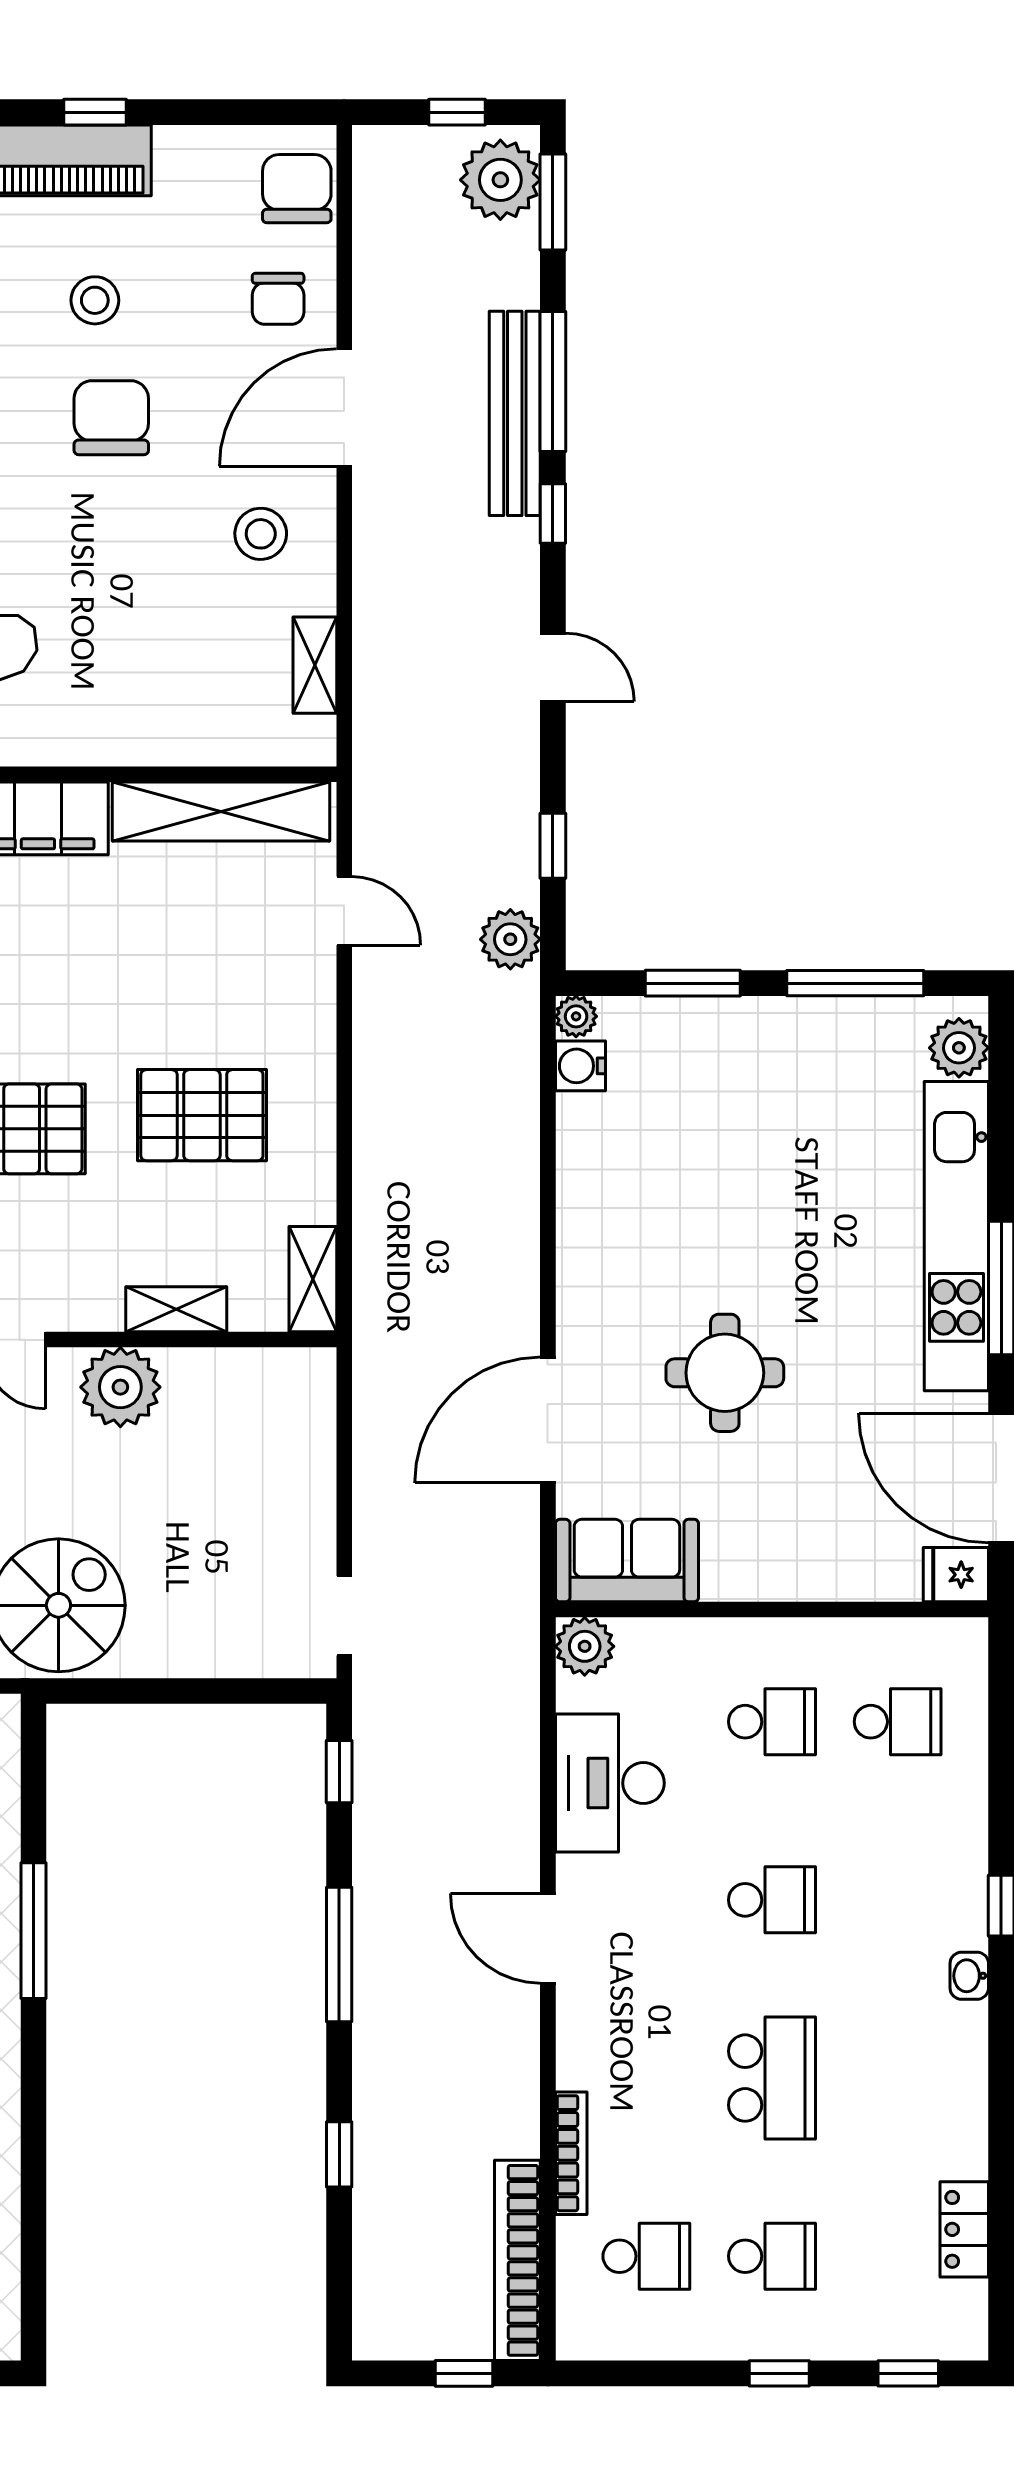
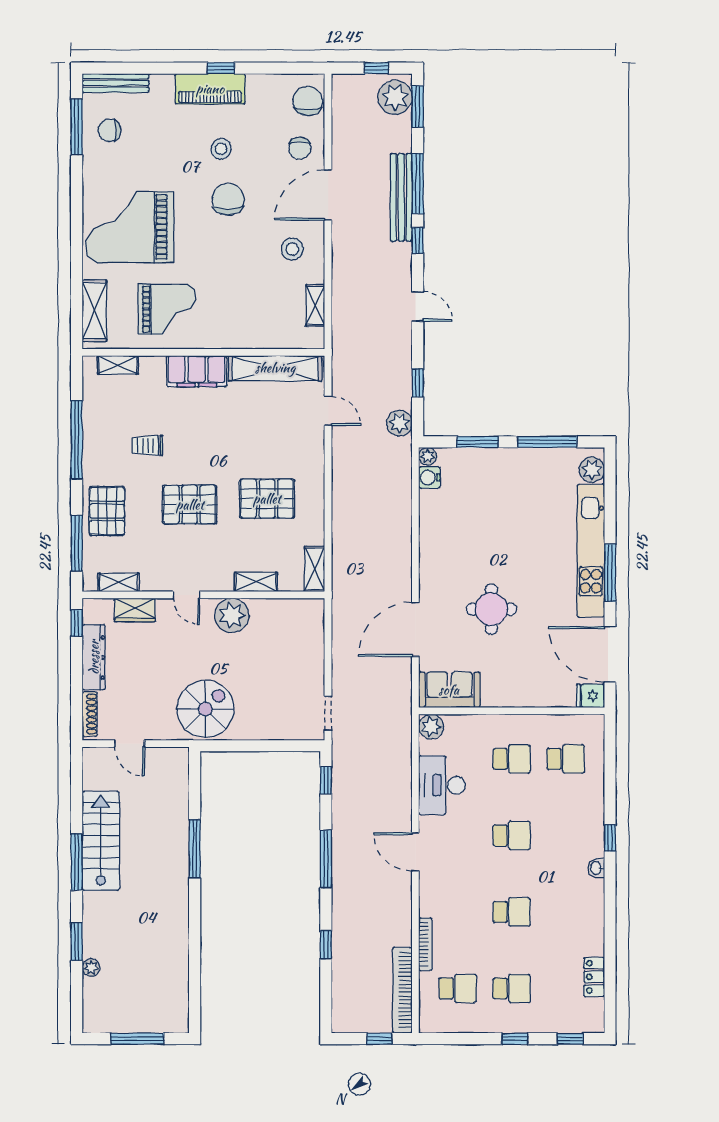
school desk: (772, 2078) -> (512, 912), width x0.54

